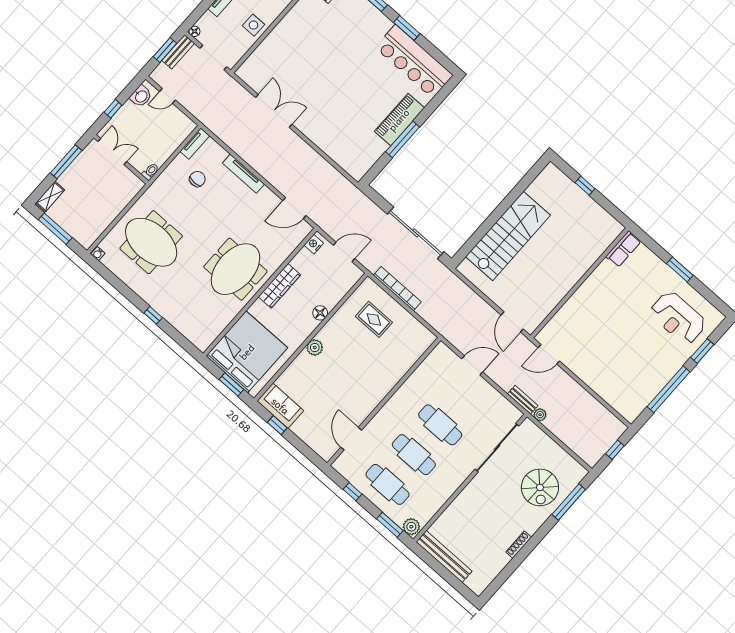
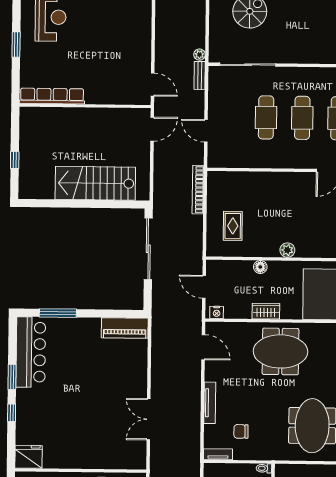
piano: (399, 120) -> (125, 328), moved
window: (403, 139) -> (58, 313), moved
row of seats: (623, 249) -> (52, 96), width x2.02
wardrobe: (279, 286) -> (266, 311), width x0.67
bookcase: (397, 289) -> (198, 190), moved

